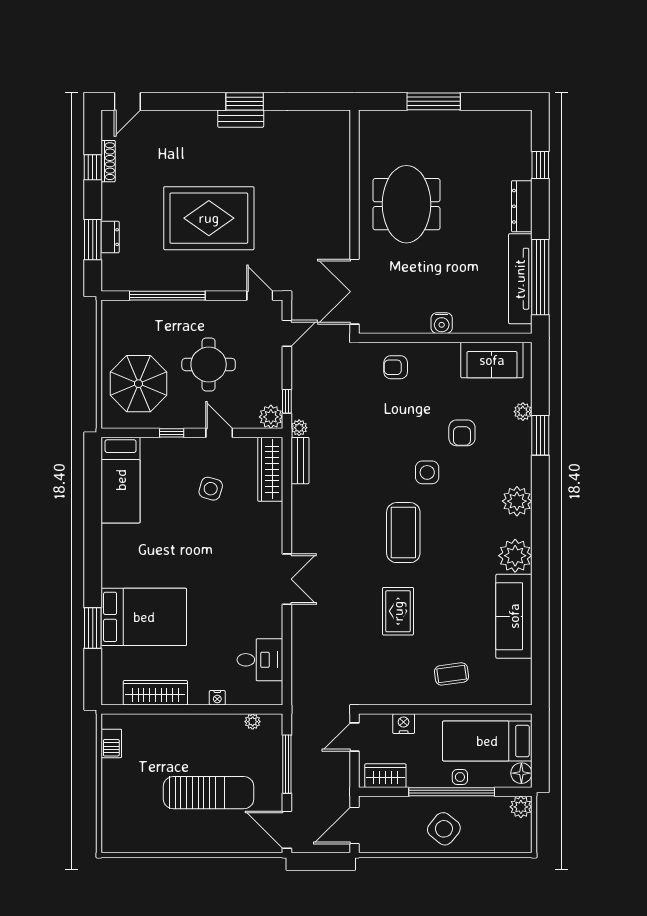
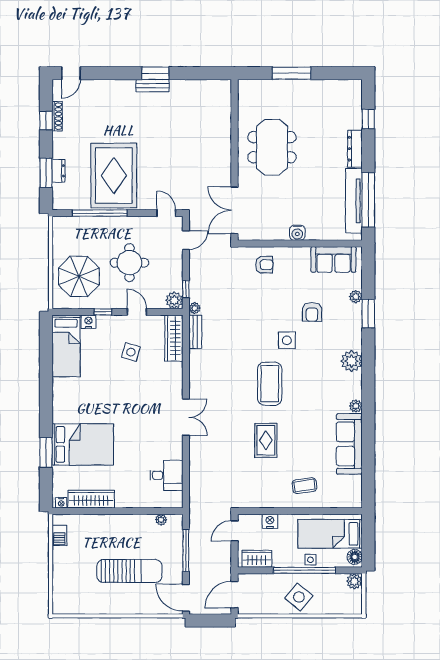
rug: (209, 218) -> (114, 176), moved, turned 90
armchair: (396, 367) -> (264, 265), turned 180
nightstand: (152, 447) -> (89, 322), added
plant: (515, 556) -> (356, 406), width x0.53, depth x0.53
nightstand: (217, 698) -> (61, 503), moved

